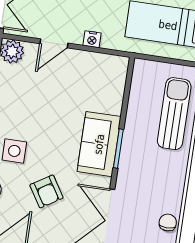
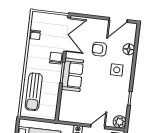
chair: (130, 177) -> (56, 58), added
armchair: (46, 191) -> (99, 49), turned -58

